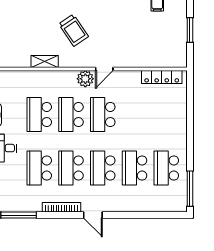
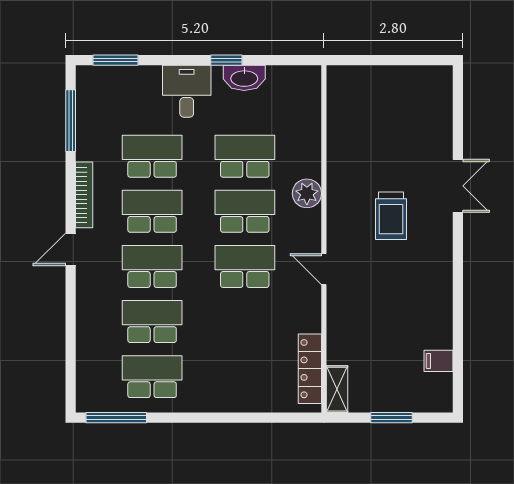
trolley: (74, 30) -> (391, 216), turned -56
shelving: (45, 61) -> (337, 389), moved
plant: (85, 79) -> (307, 193), moved

